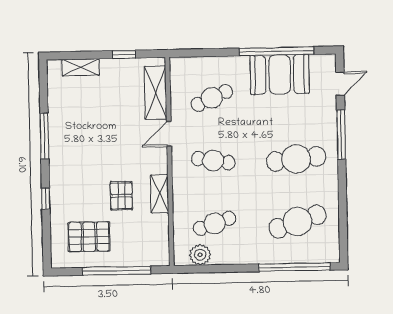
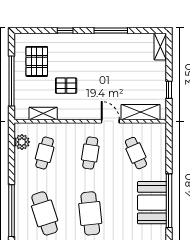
shelving: (81, 67) -> (160, 47), moved
shelving: (160, 194) -> (43, 114), moved
cafe table: (215, 223) -> (45, 153), turned 33

